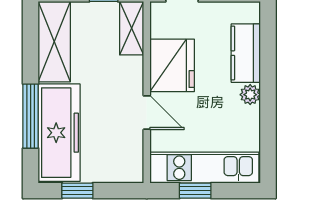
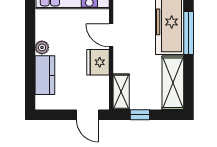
fridge: (172, 65) -> (98, 62), width x0.73, depth x0.75

